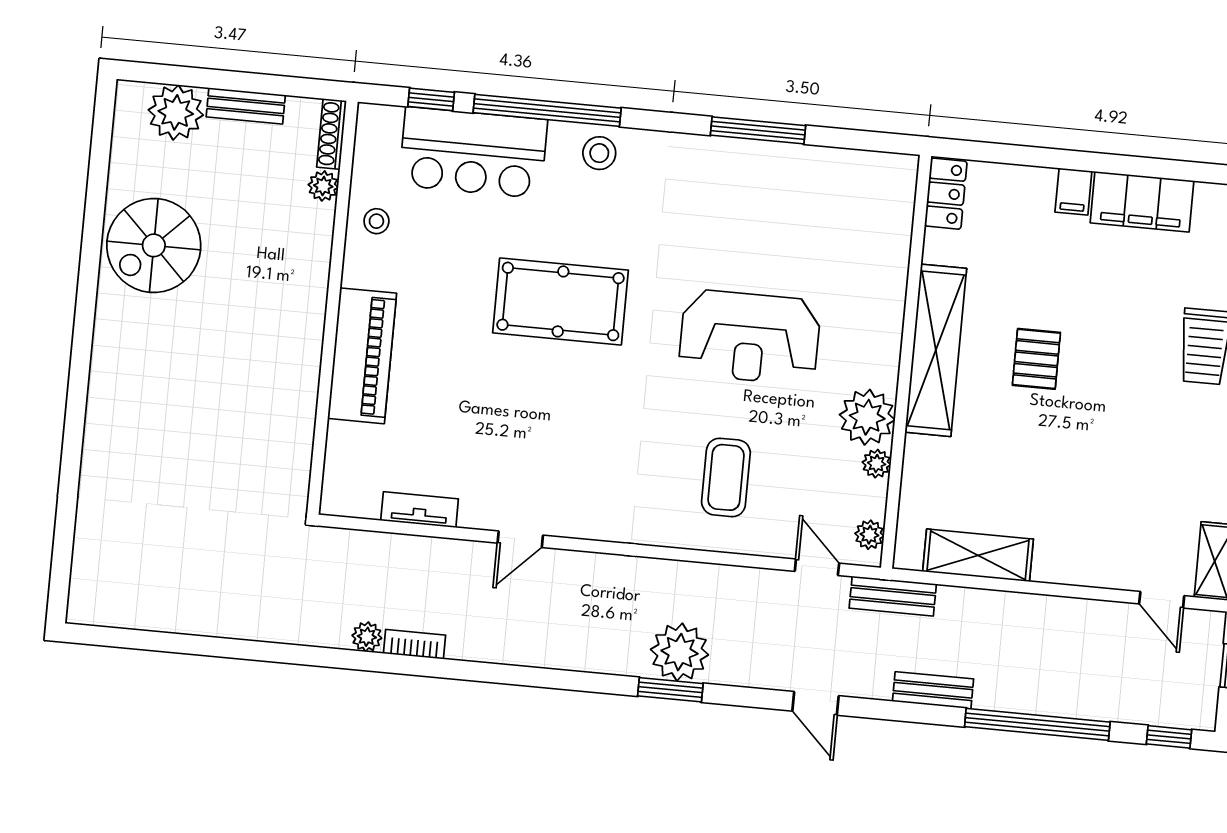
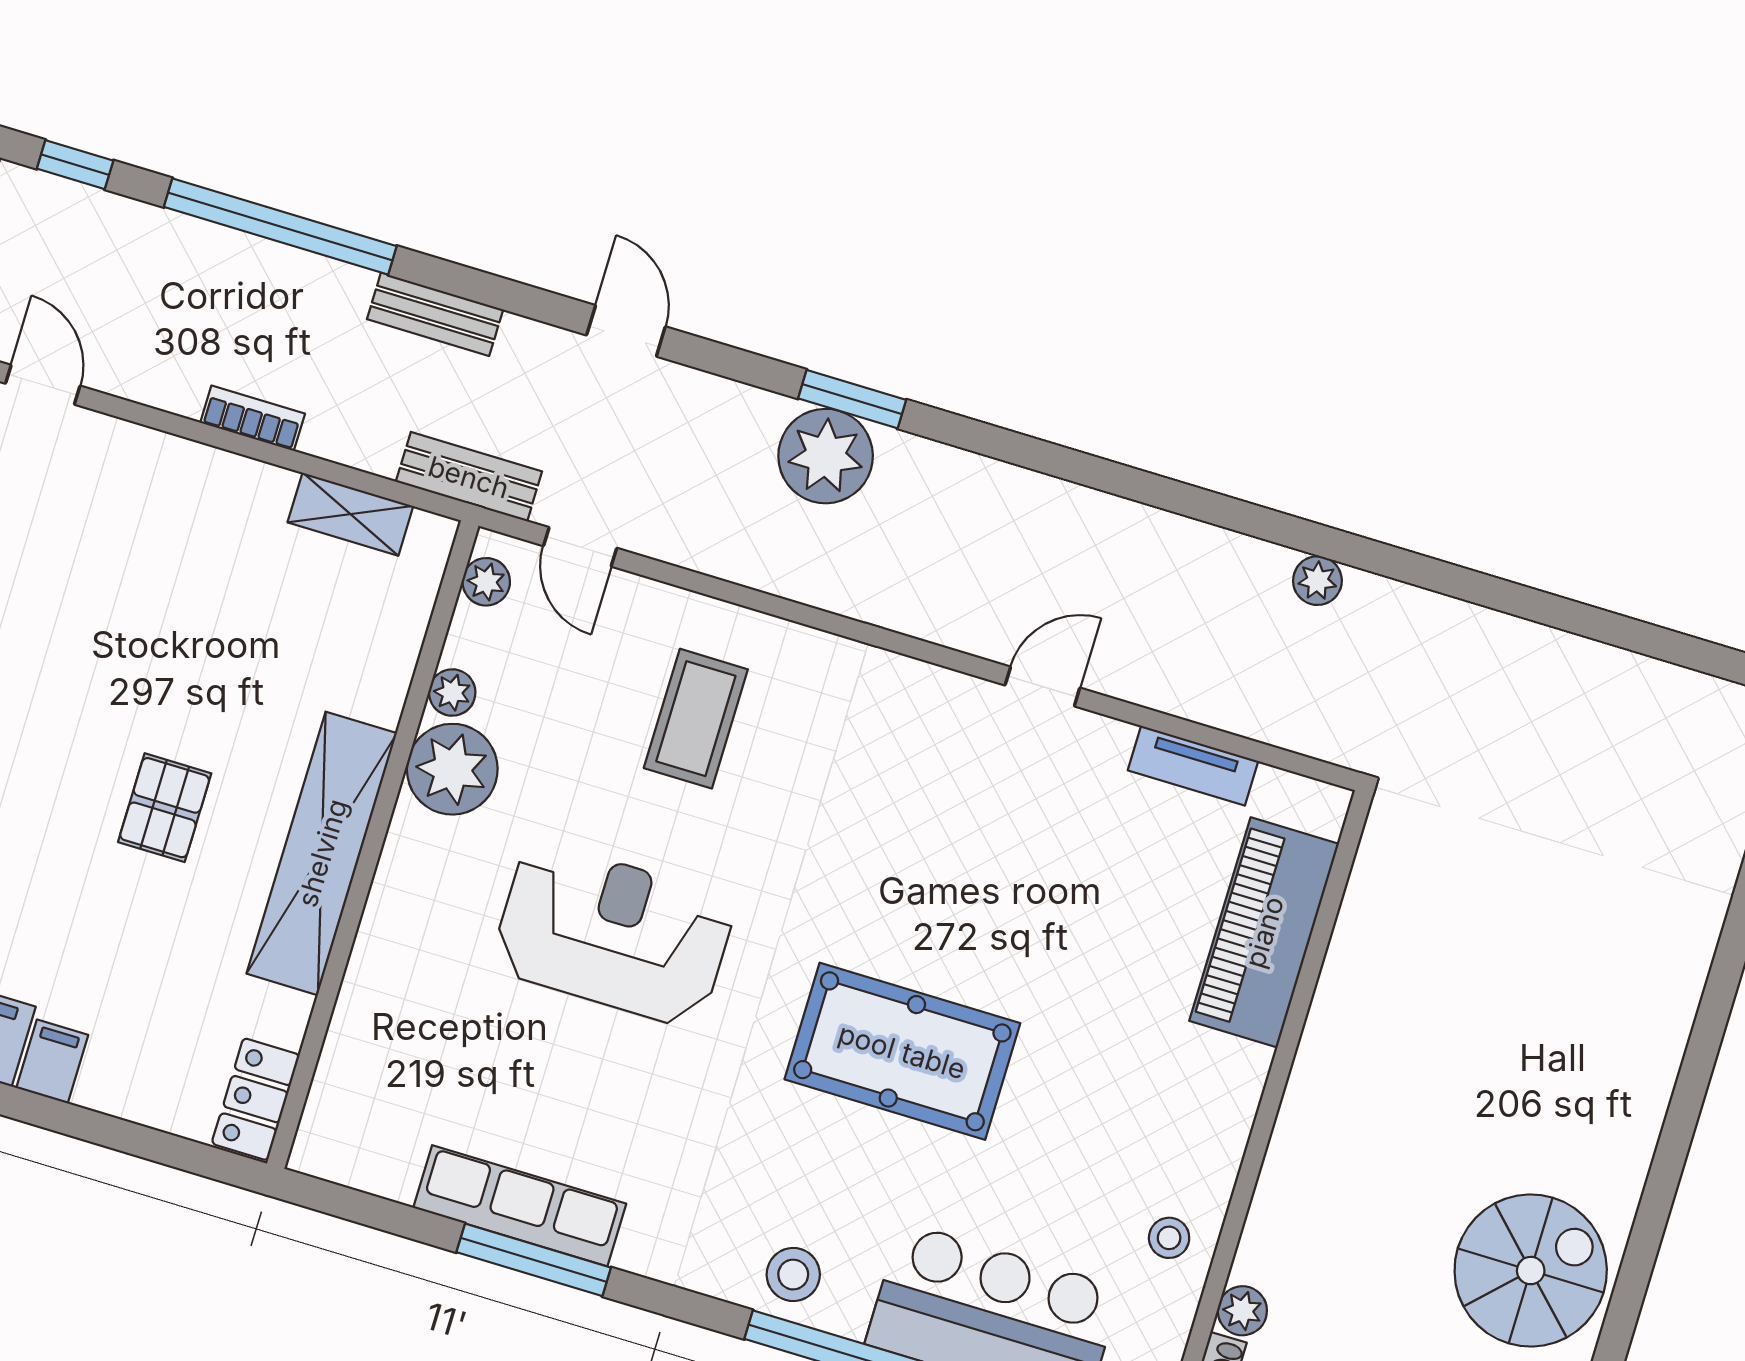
row of seats: (773, 161) -> (520, 1206), added
piano: (362, 356) -> (1264, 932), moved
shelving: (978, 555) -> (350, 514), width x0.67, depth x0.75
bookcase: (415, 644) -> (253, 418), moved, turned 180

